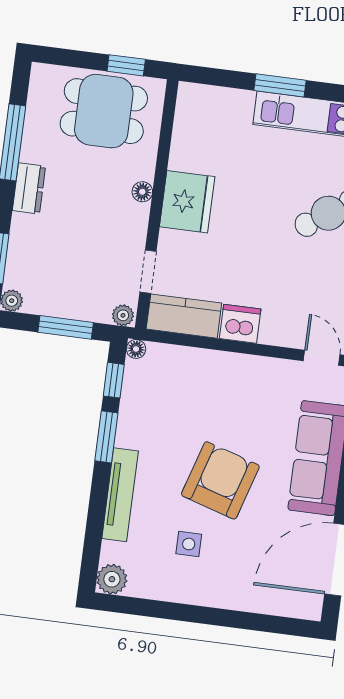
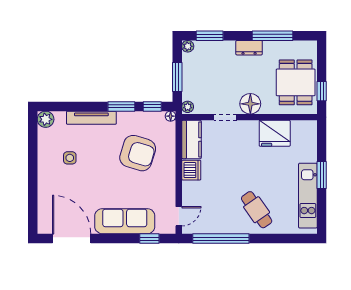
floor lamp: (142, 192) -> (250, 104), width x1.89, depth x1.89
fridge: (187, 202) -> (275, 133), moved
doorway: (148, 272) -> (225, 117), moved
armchair: (220, 480) -> (138, 153), moved

